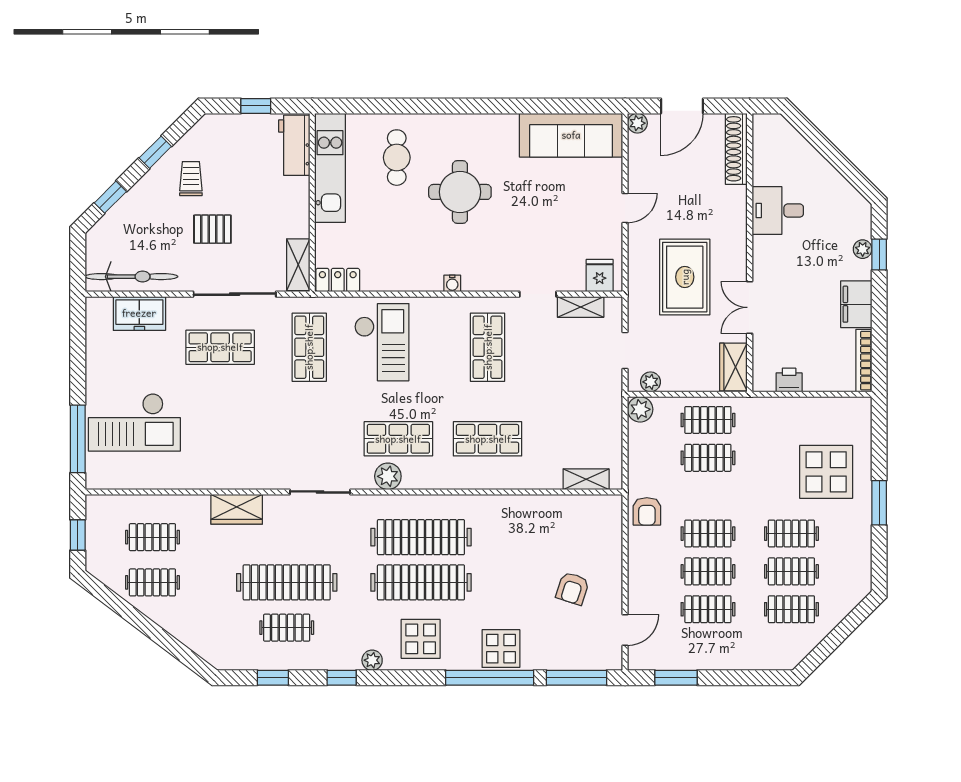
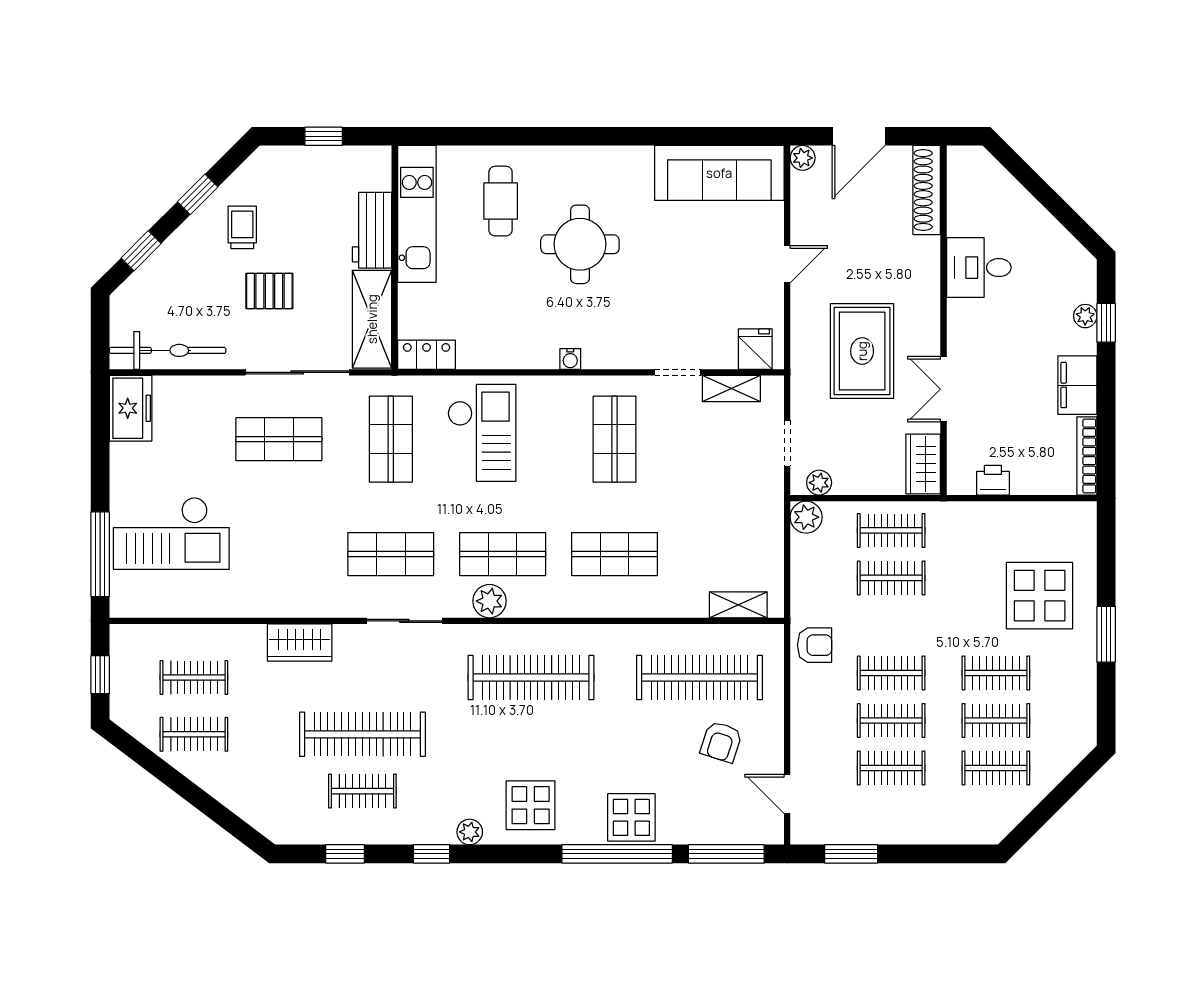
workbench: (294, 145) -> (372, 230), moved
shelving: (298, 265) -> (372, 319), width x1.50, depth x1.33
freezer: (139, 313) -> (131, 408), moved, turned -90
shop shelf: (309, 439) -> (391, 554), added
armchair: (647, 511) -> (815, 645), turned -90
clothes rail: (421, 582) -> (699, 678), moved
door: (625, 630) -> (787, 794), swing flipped

